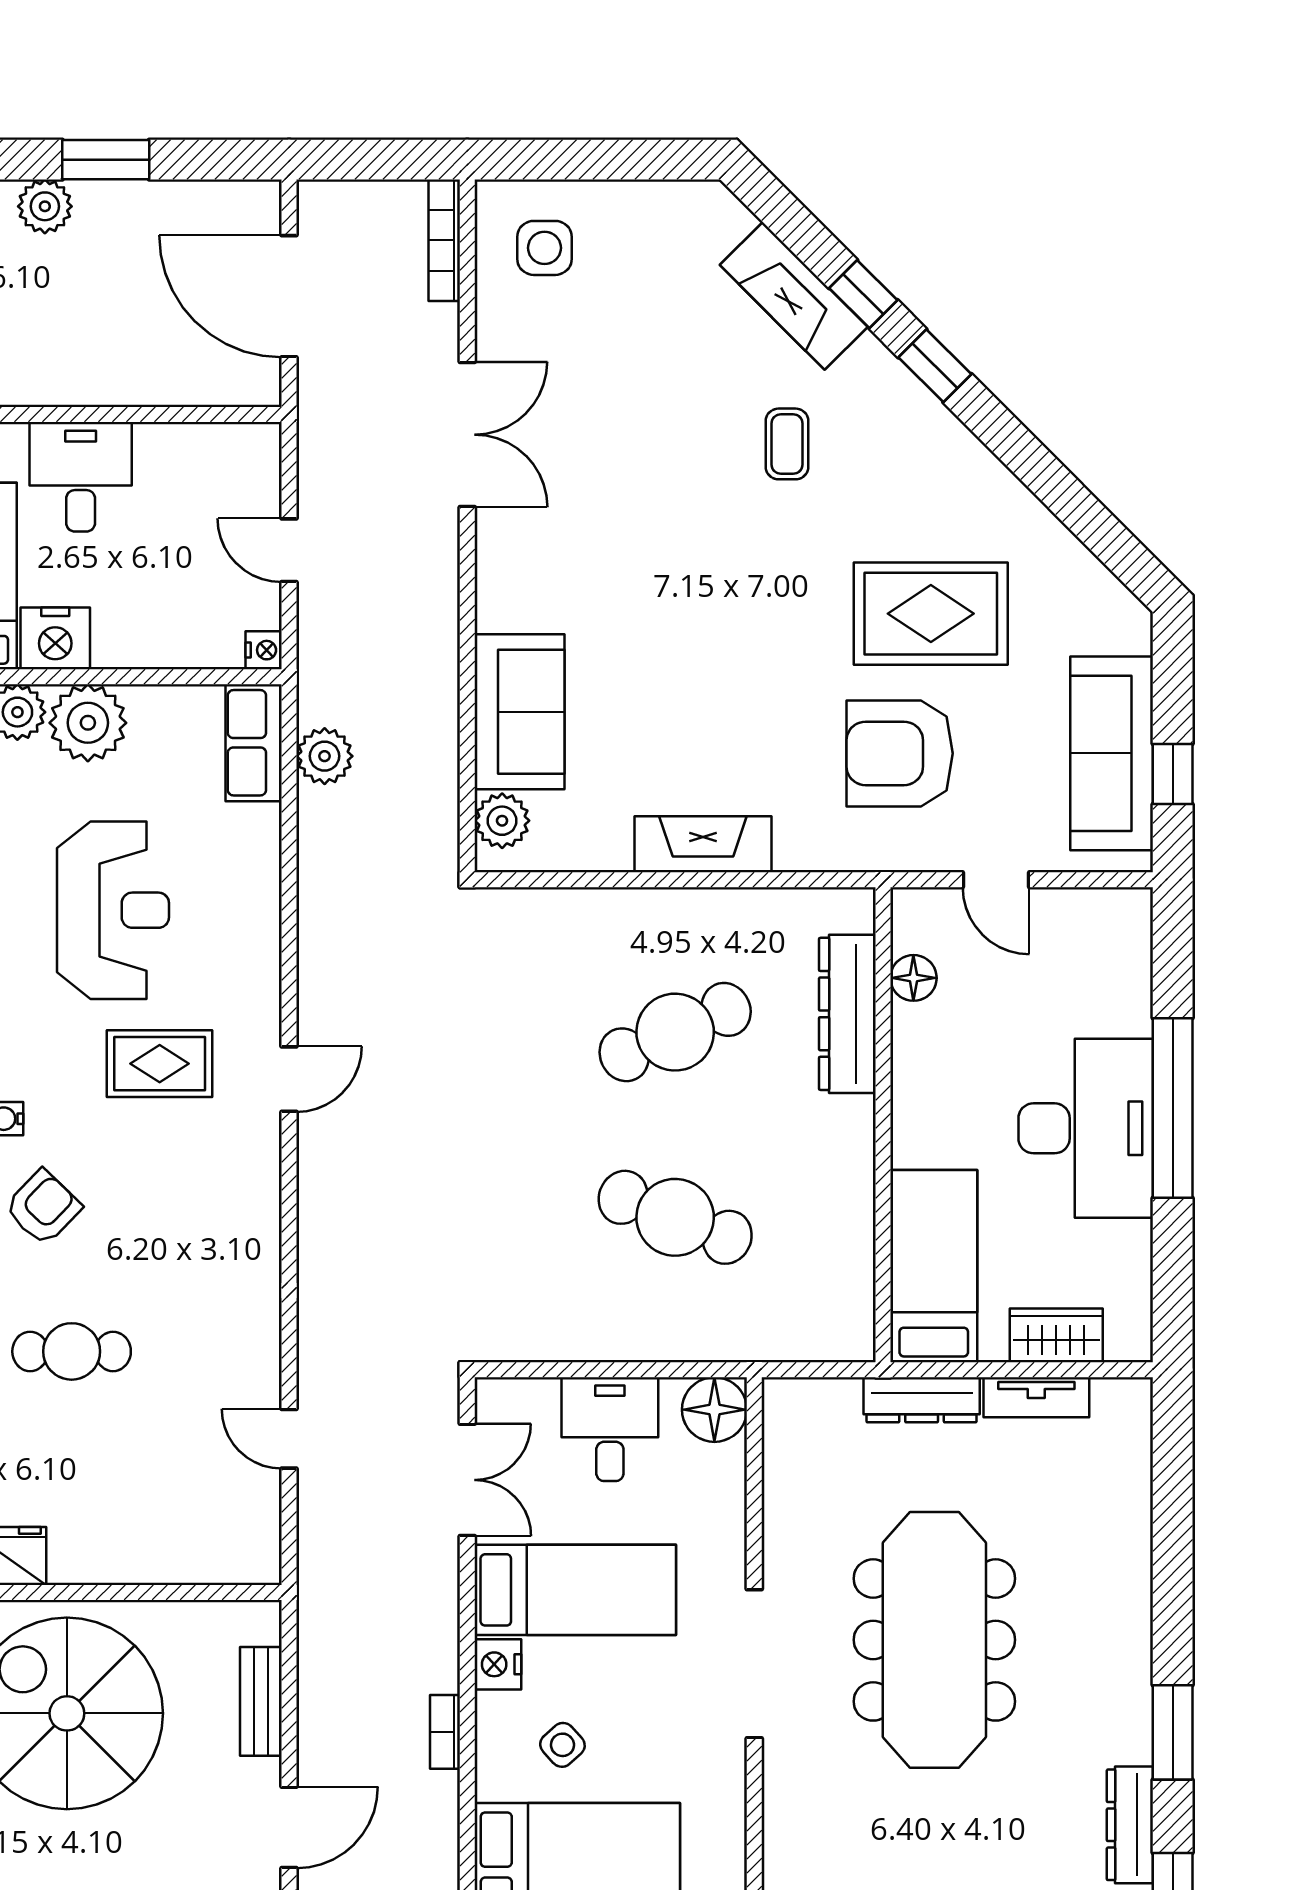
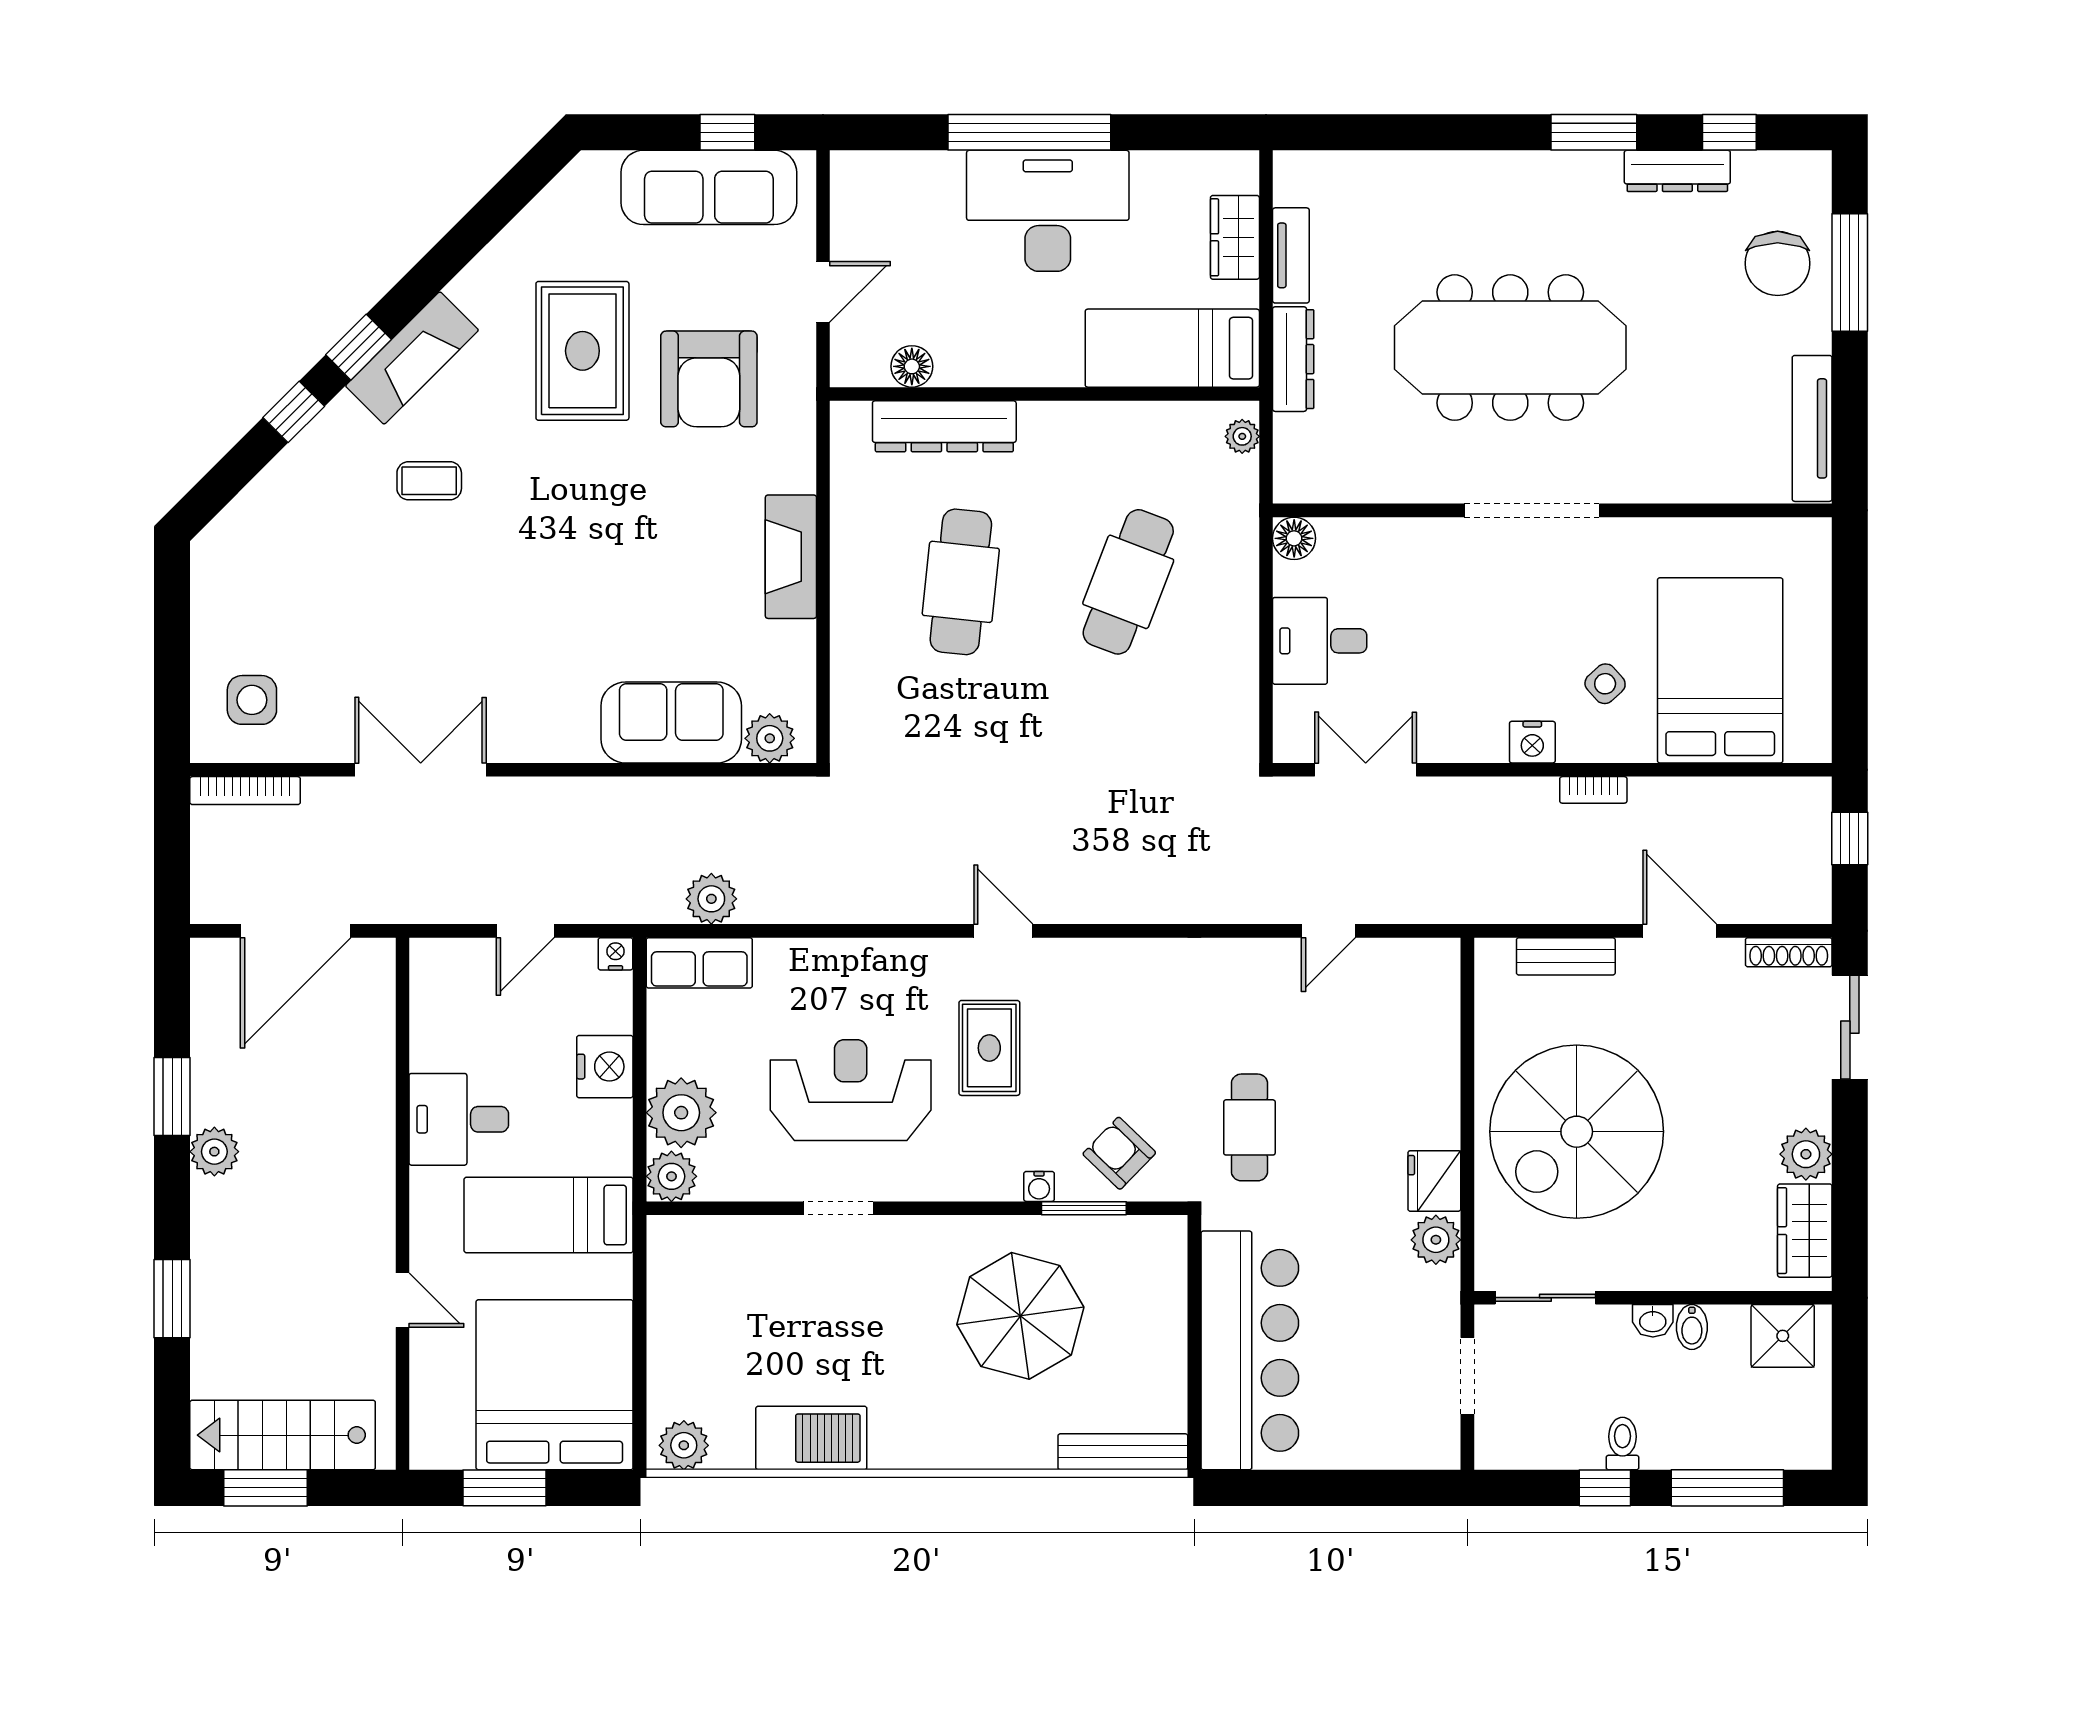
fireplace: (794, 296) -> (412, 358), moved
nightstand: (55, 638) -> (605, 1067), moved
cafe table: (675, 1032) -> (961, 582), turned 30
plant: (836, 1343) -> (1242, 436), added
floor lamp: (714, 1410) -> (1294, 538), width x0.73, depth x0.73
bed: (575, 1590) -> (1465, 672), removed

